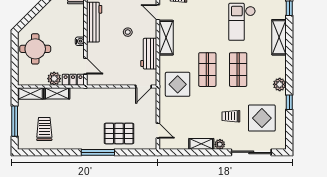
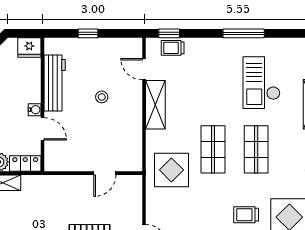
workbench: (149, 54) -> (131, 127), removed
door: (85, 66) -> (42, 129), moved
door: (144, 87) -> (105, 173), moved

